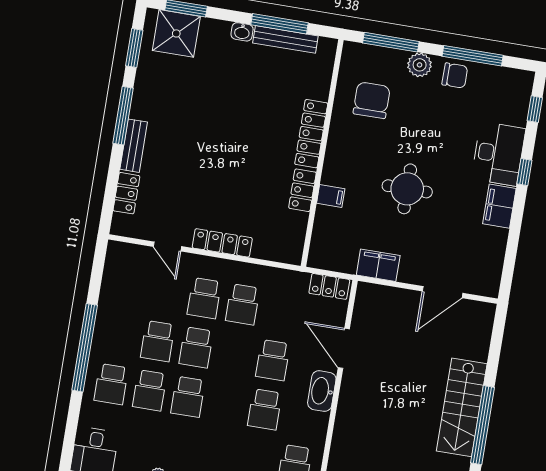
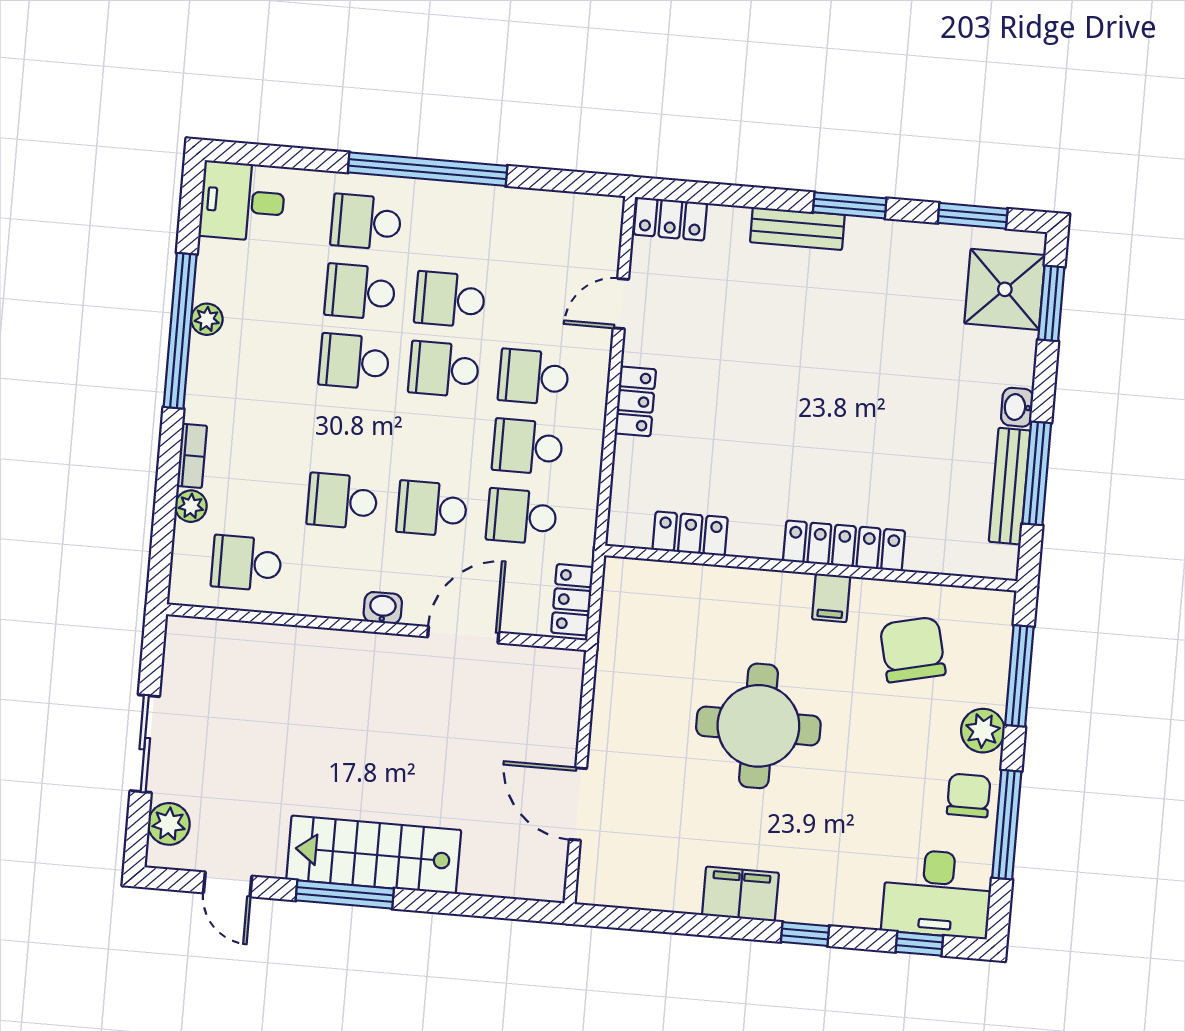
chair: (455, 76) -> (969, 795), turned 180
chair: (372, 100) -> (913, 650), turned -103
window: (123, 116) -> (850, 205), width x0.69
desk: (498, 154) -> (937, 893), moved
round table: (407, 189) -> (758, 726), width x1.36, depth x1.36
locker: (302, 190) -> (690, 534), moved
locker: (126, 193) -> (670, 219), moved
filing cabinet: (331, 196) -> (831, 598), moved
locker: (222, 243) -> (635, 401), width x0.66
filing cabinet: (378, 265) -> (617, 685), removed
school desk: (281, 311) -> (522, 516), added
washbasin: (322, 391) -> (383, 608), width x0.52, depth x0.69
window: (482, 425) -> (345, 895), width x0.68

